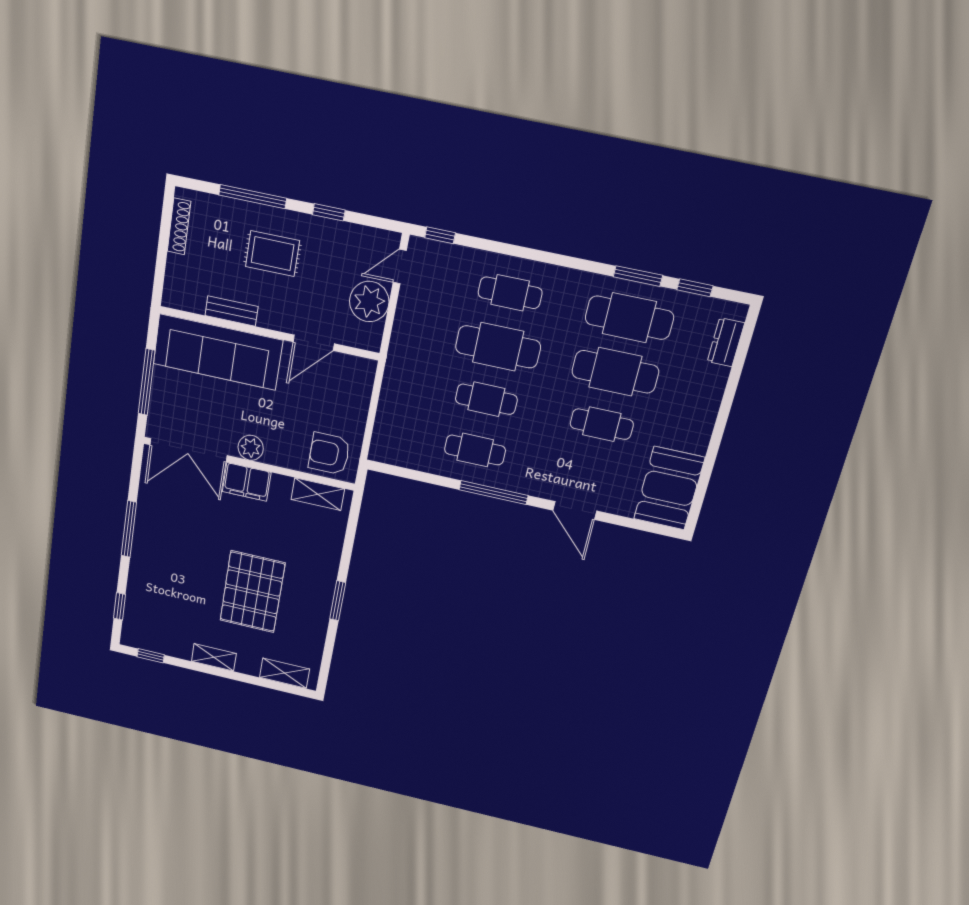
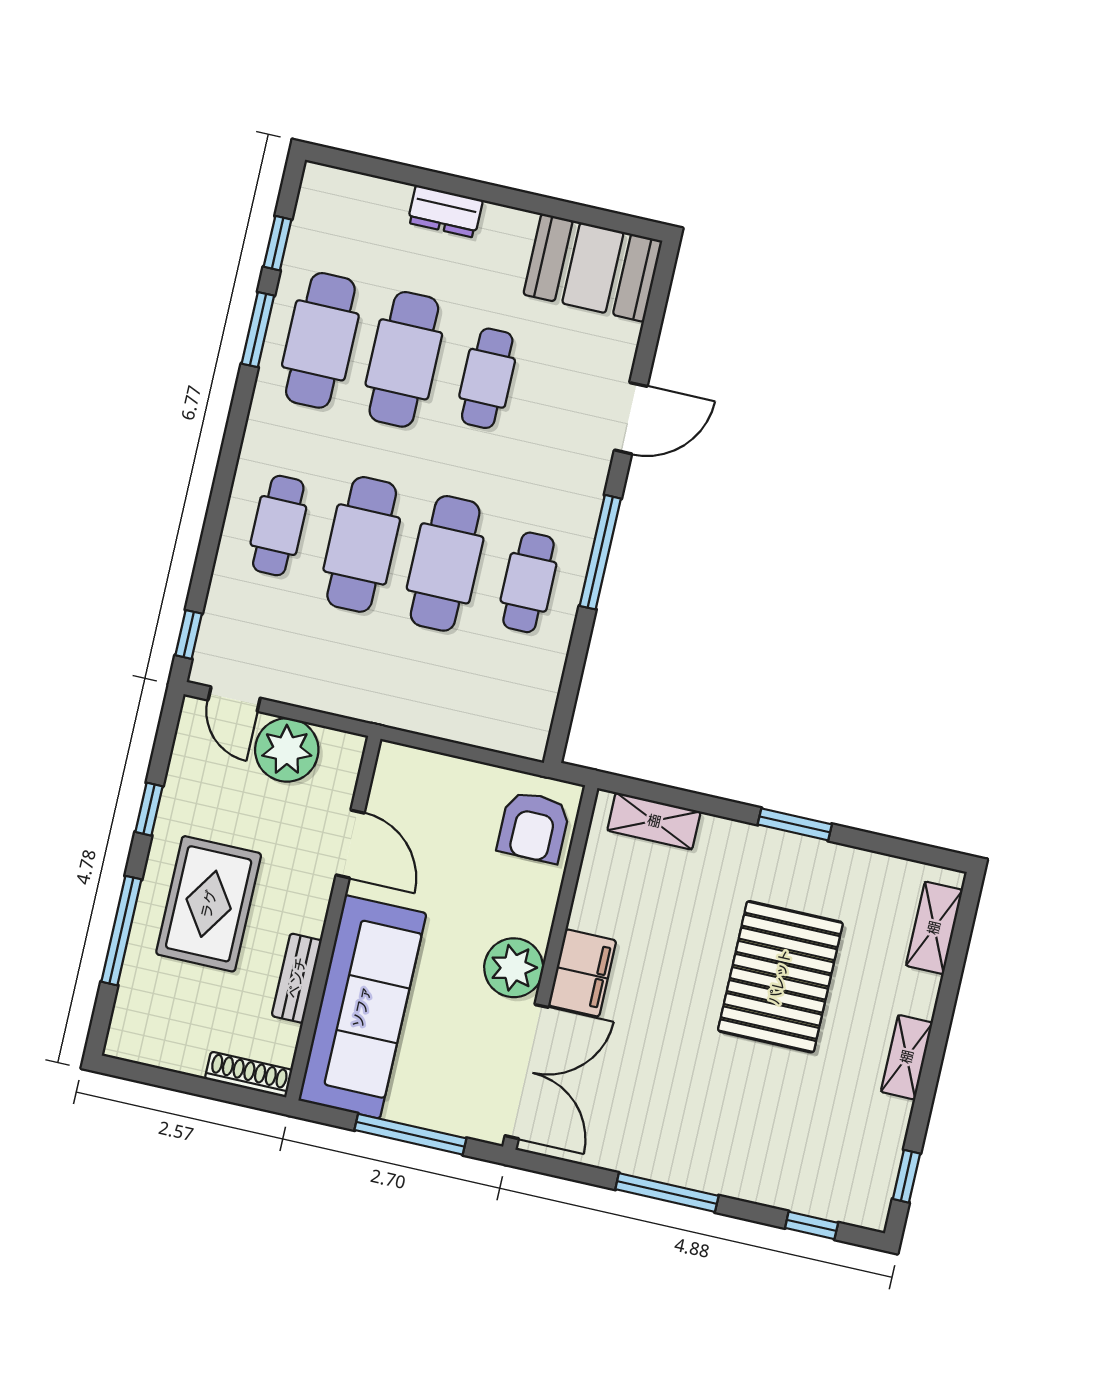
shoe rack: (179, 226) -> (249, 1074), moved
rug: (272, 254) -> (209, 904), width x1.36, depth x1.43
dresser: (726, 342) -> (445, 211), moved
cafe table: (486, 399) -> (445, 563), width x1.37, depth x1.35
plant: (251, 448) -> (514, 968), width x1.36, depth x1.36
shelving: (318, 494) -> (654, 821), moved, turned 90
pallet: (252, 592) -> (780, 977), turned 90

